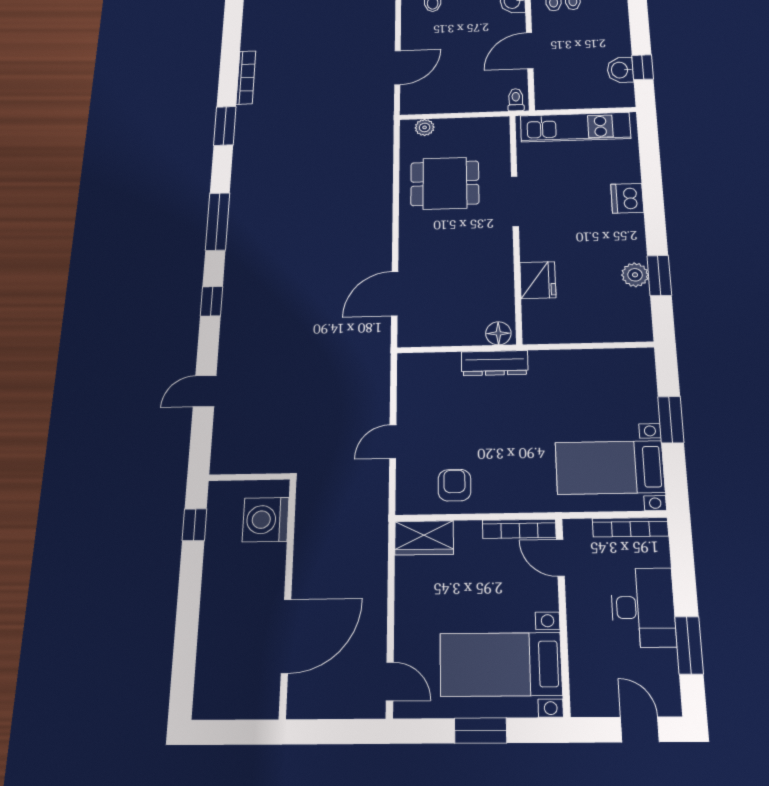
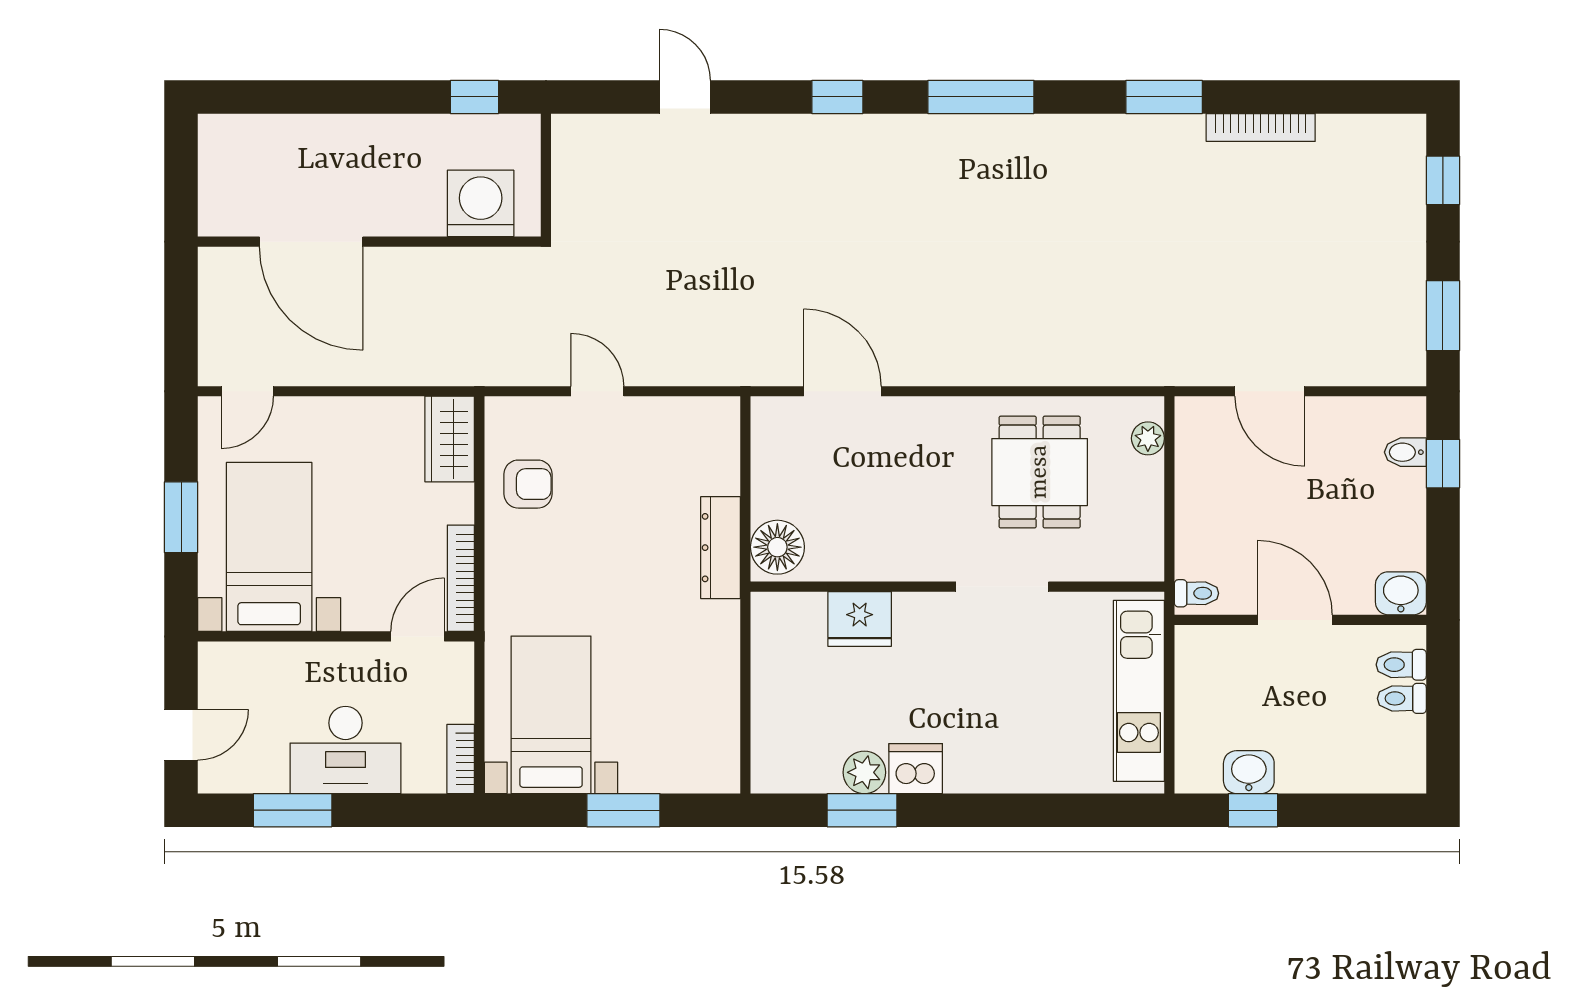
dishwasher: (627, 198) -> (916, 769), moved
floor lamp: (498, 333) -> (777, 547), width x1.38, depth x1.38
bookcase: (630, 527) -> (461, 759), width x0.64

